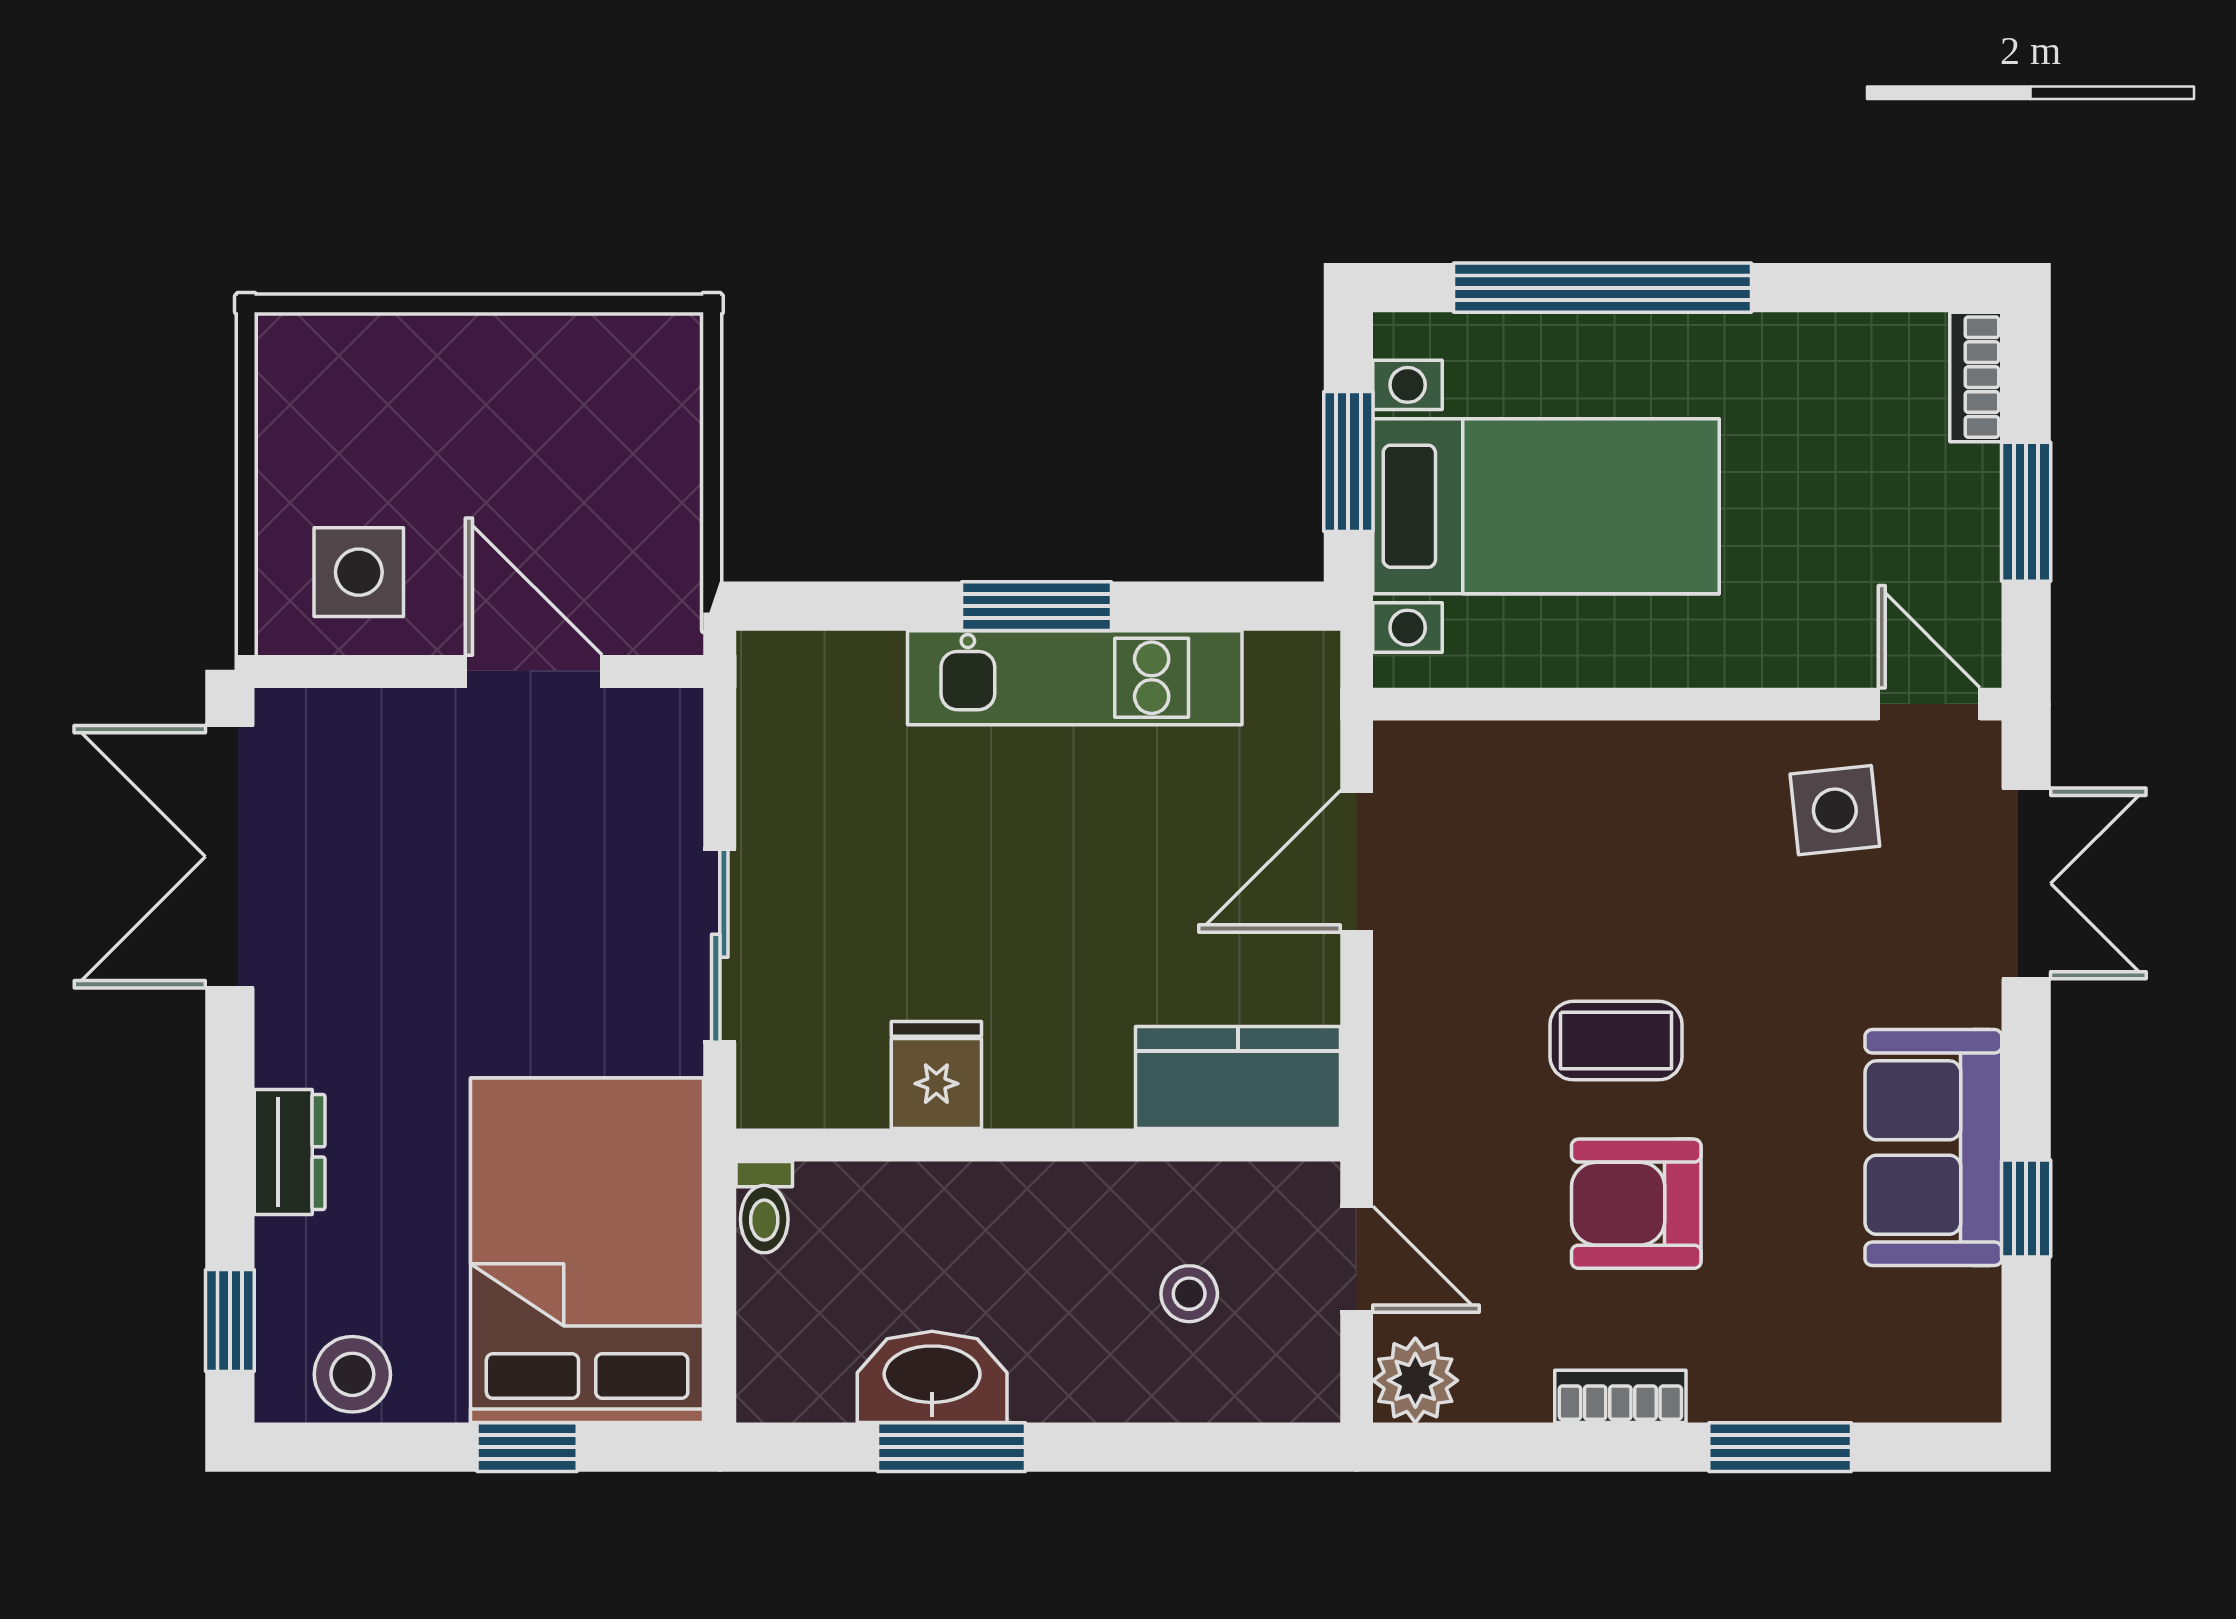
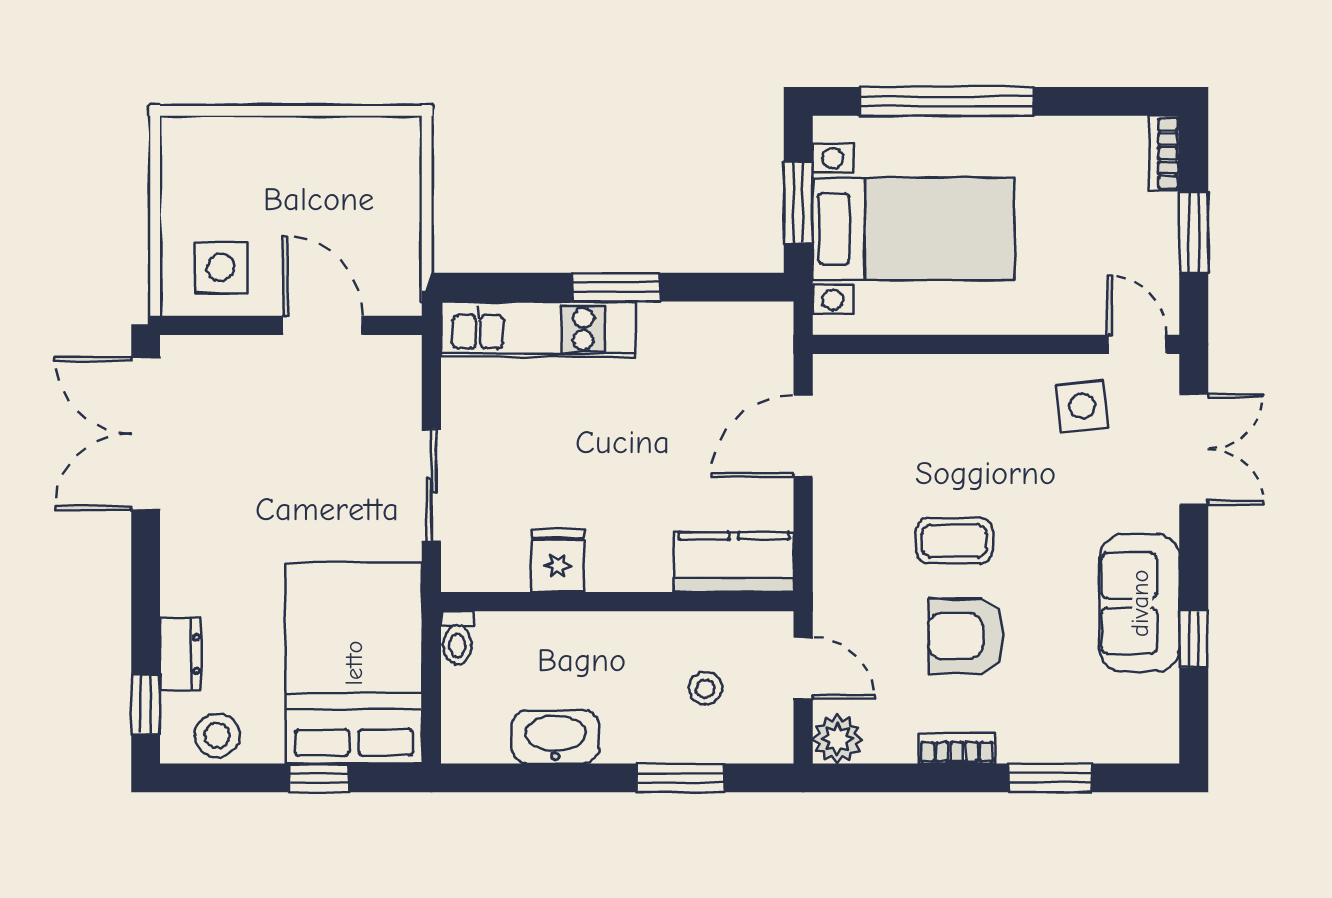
kitchen unit: (1075, 678) -> (538, 329), moved
dresser: (290, 1152) -> (180, 654), moved
window: (951, 1447) -> (681, 778), moved

